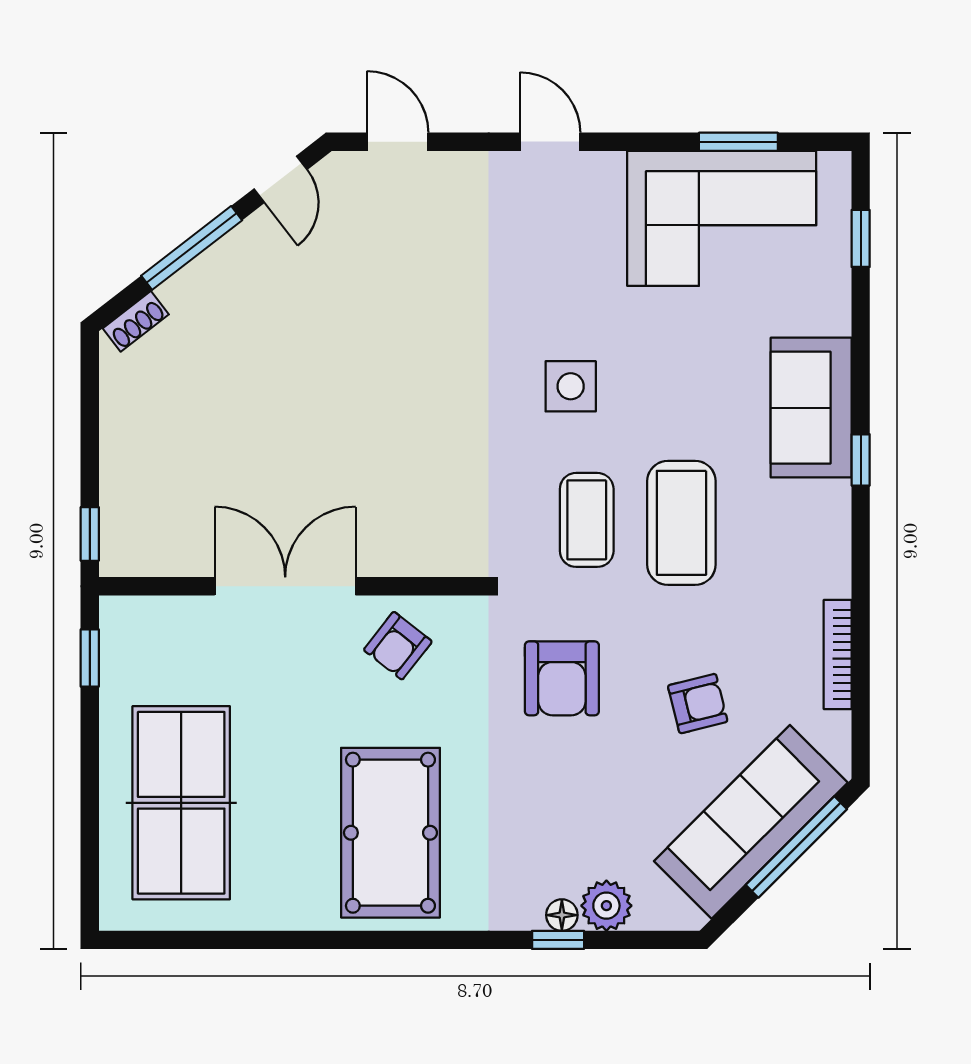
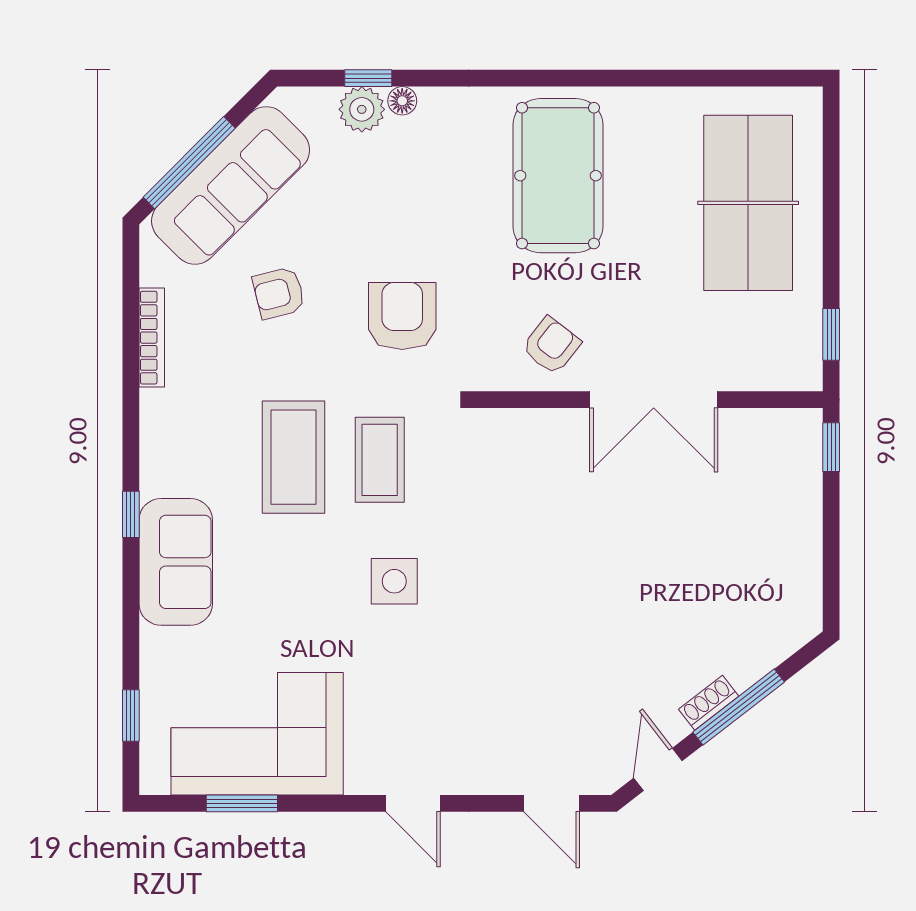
shoe rack: (136, 321) -> (709, 703), moved
window: (558, 940) -> (368, 78), moved

